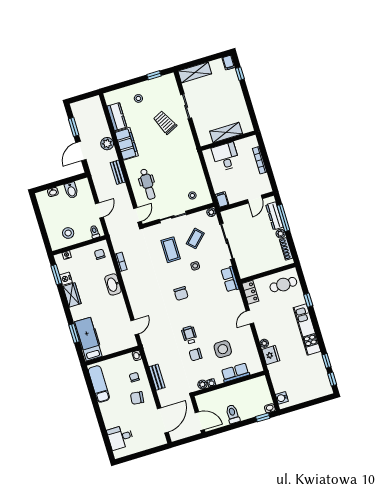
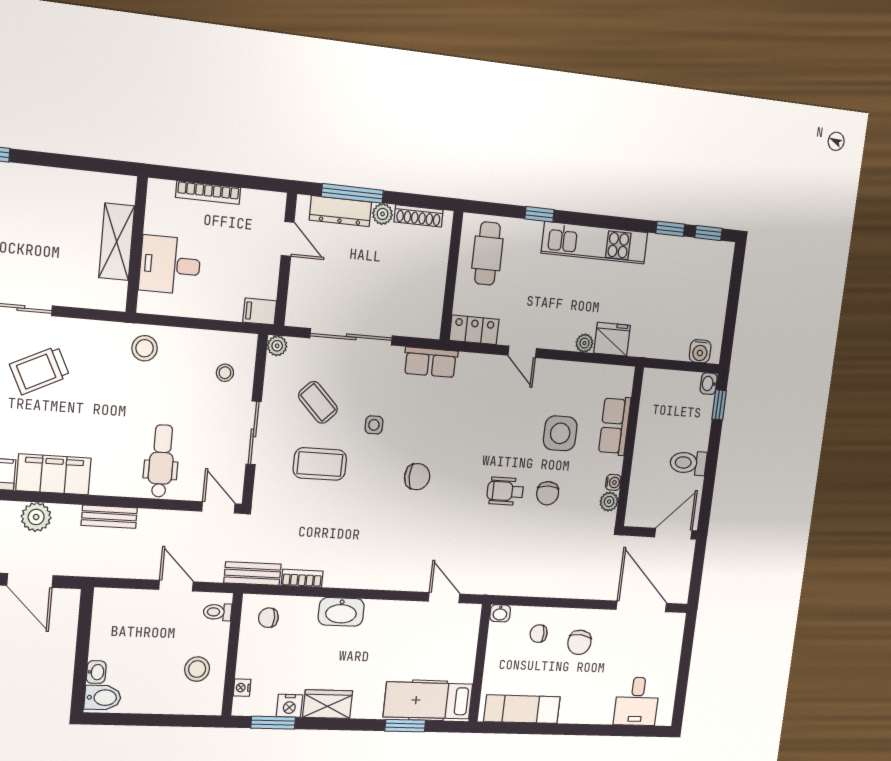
stool: (189, 160) -> (145, 348), added
dental chair: (148, 184) -> (161, 461), turned -90
bidet: (71, 190) -> (103, 698), moved
bench: (157, 377) -> (253, 574), moved

